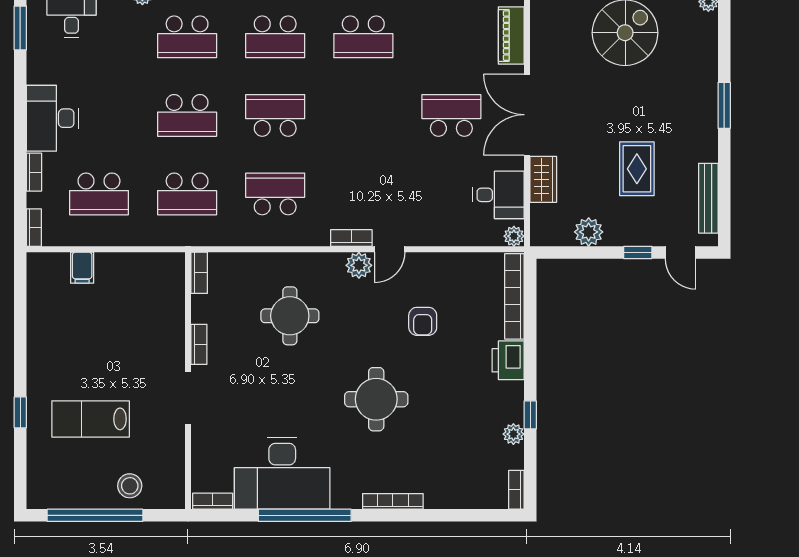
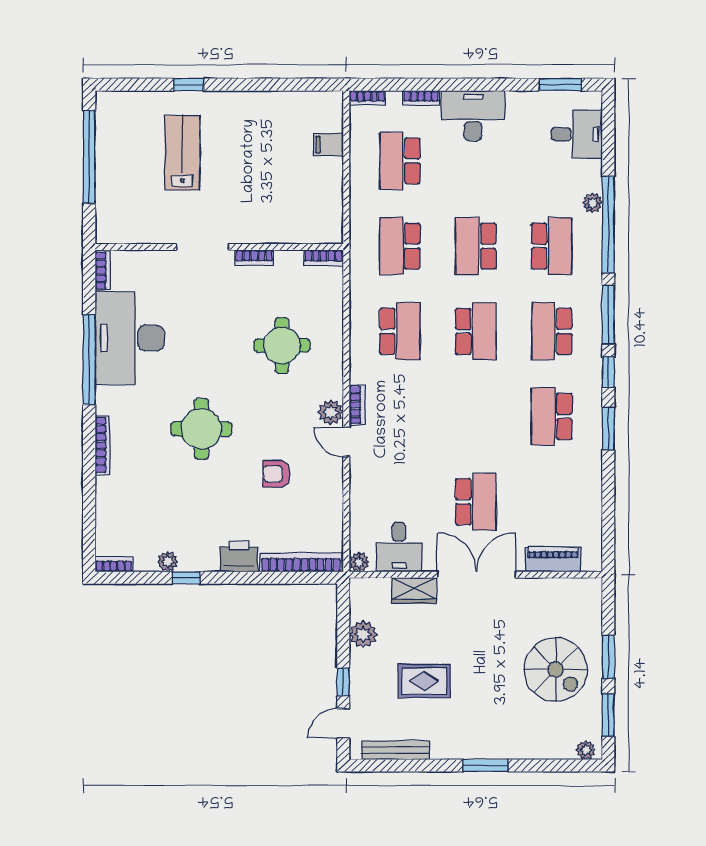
school desk: (187, 37) -> (552, 246), turned 180
stool: (130, 486) -> (118, 191), removed

